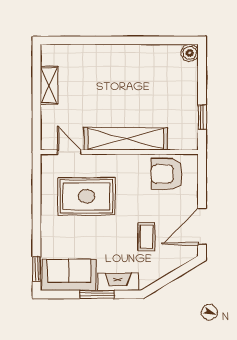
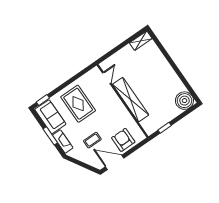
boiler: (190, 53) -> (184, 101), width x1.86, depth x1.86
shelving: (49, 85) -> (141, 41), moved
armchair: (167, 174) -> (123, 140), moved
rug: (86, 196) -> (78, 104), moved

